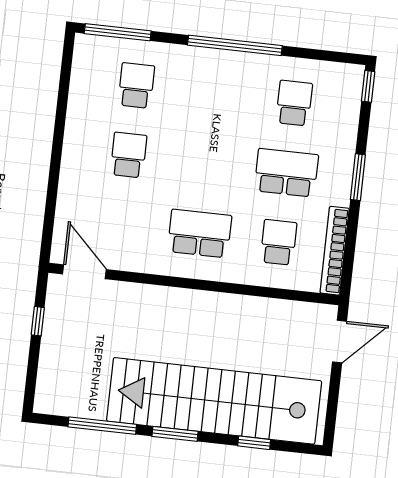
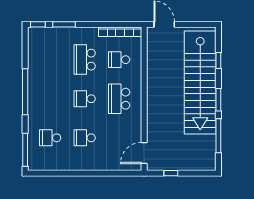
school desk: (294, 103) -> (85, 99), moved
window: (358, 177) -> (64, 24), moved

